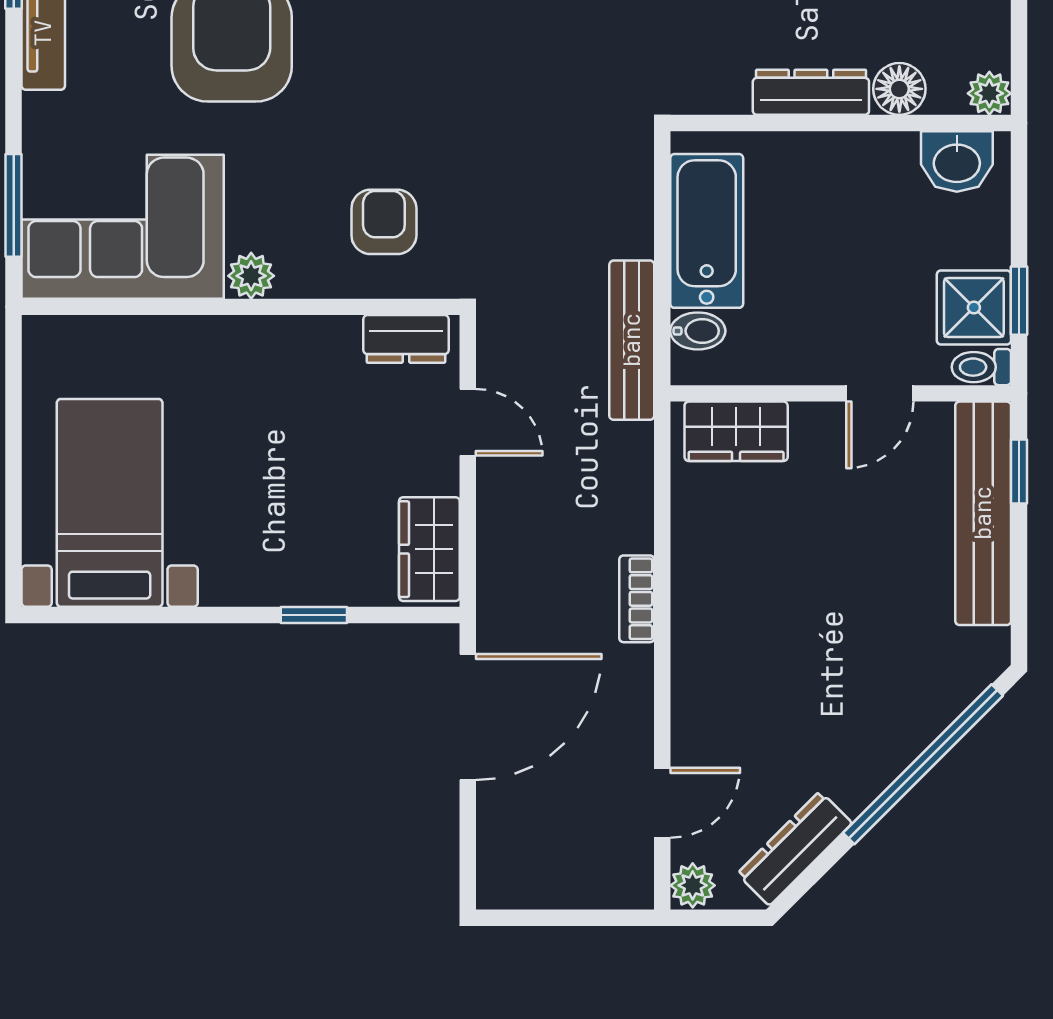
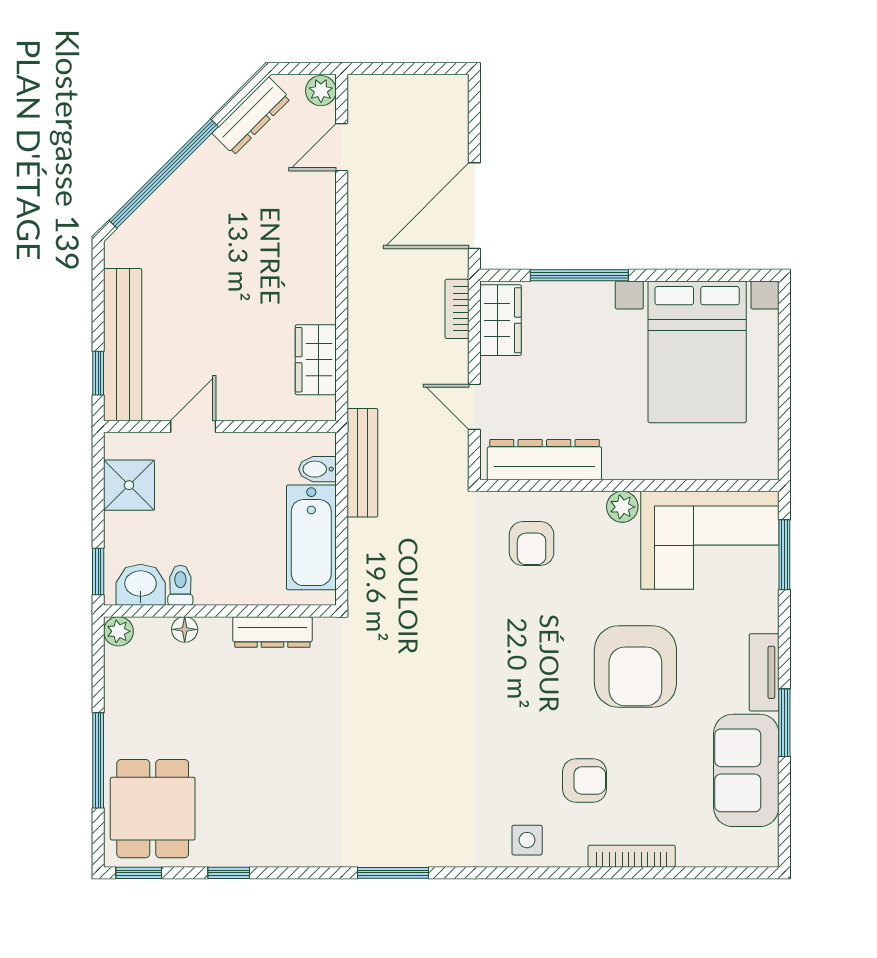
floor lamp: (899, 89) -> (185, 629), width x0.73, depth x0.73
dresser: (811, 92) -> (272, 632), moved
window: (1019, 301) -> (98, 572), moved
dresser: (406, 339) -> (544, 460), width x1.96, depth x1.24
toilet: (981, 367) -> (180, 585), moved, turned -90
wardrobe: (736, 431) -> (316, 360), moved, turned -90
bed with nightstands: (110, 503) -> (697, 352), width x1.36
bookcase: (637, 599) -> (457, 309), moved, turned 180
window: (314, 615) -> (579, 275), width x2.17

